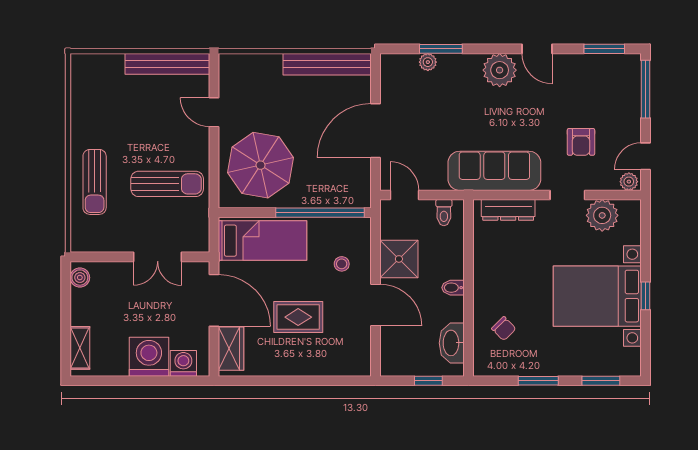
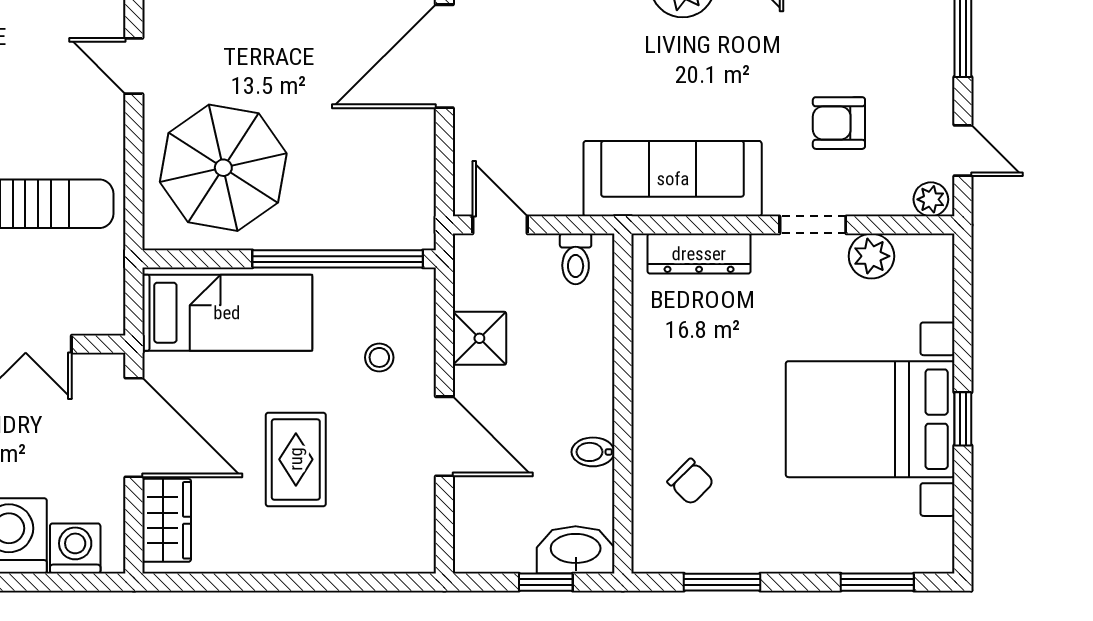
door: (376, 131) -> (444, 56), moved
armchair: (581, 142) -> (839, 123), turned 90
door: (645, 156) -> (963, 150), swing flipped
plant: (602, 215) -> (871, 256), width x0.73, depth x0.73
shower: (399, 259) -> (479, 338), width x0.73, depth x0.73
bidet: (453, 288) -> (593, 452), moved
rug: (298, 317) -> (296, 459), turned 90
washbasin: (452, 343) -> (576, 550), moved, turned 90
window: (538, 381) -> (722, 582), moved

